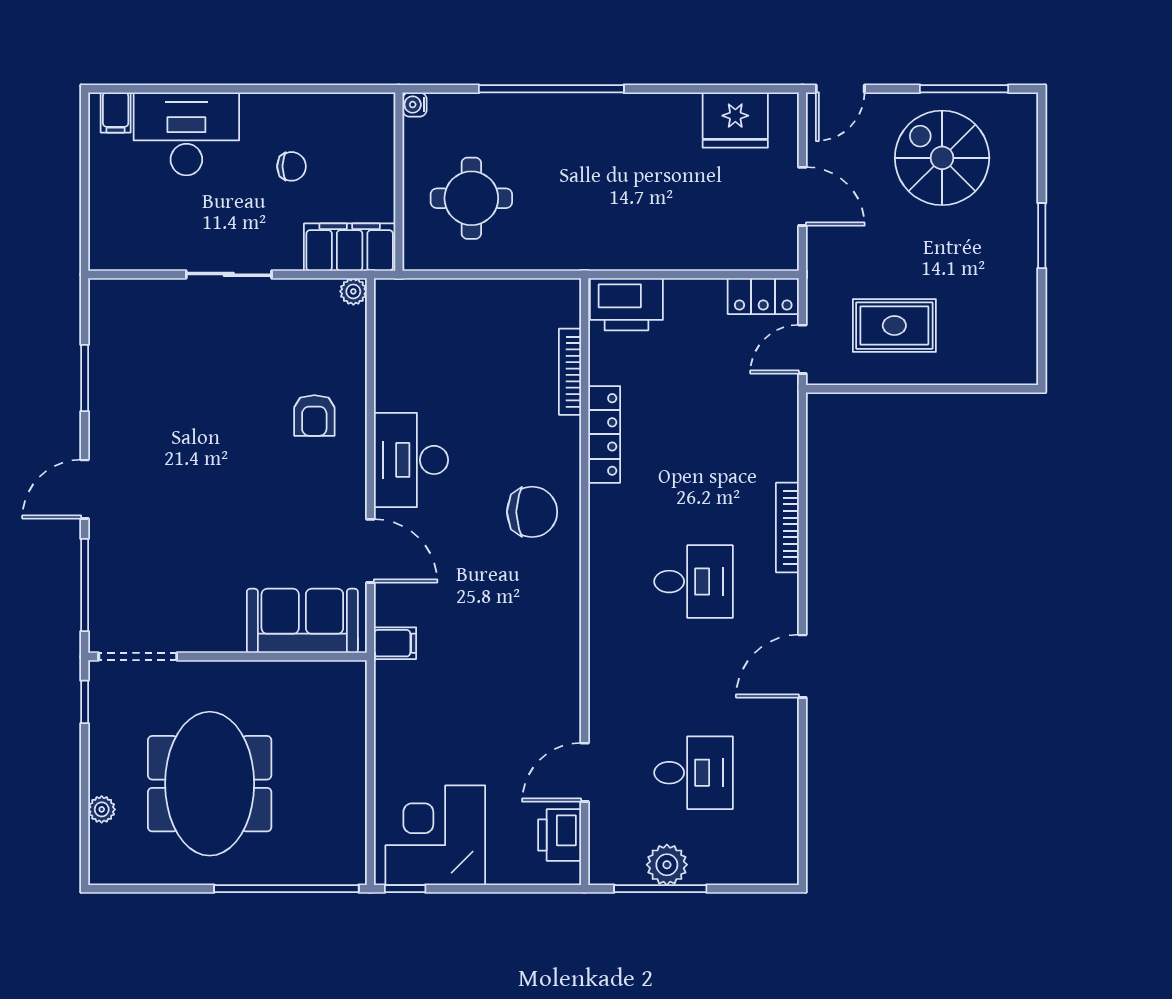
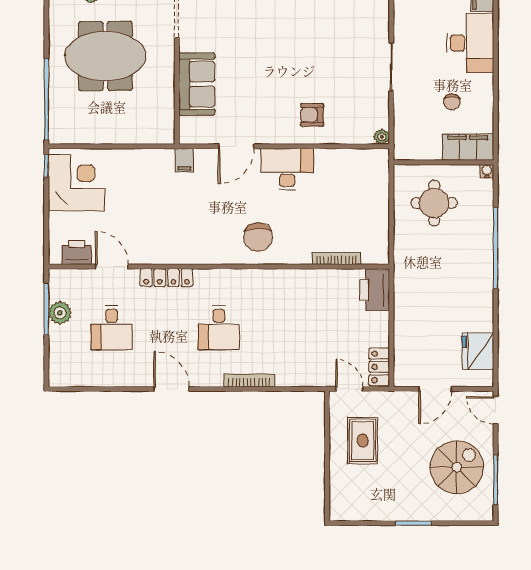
filing cabinet: (350, 247) -> (468, 147), moved, turned -90
locker: (604, 434) -> (167, 278), moved
sofa: (302, 621) -> (197, 84), moved

